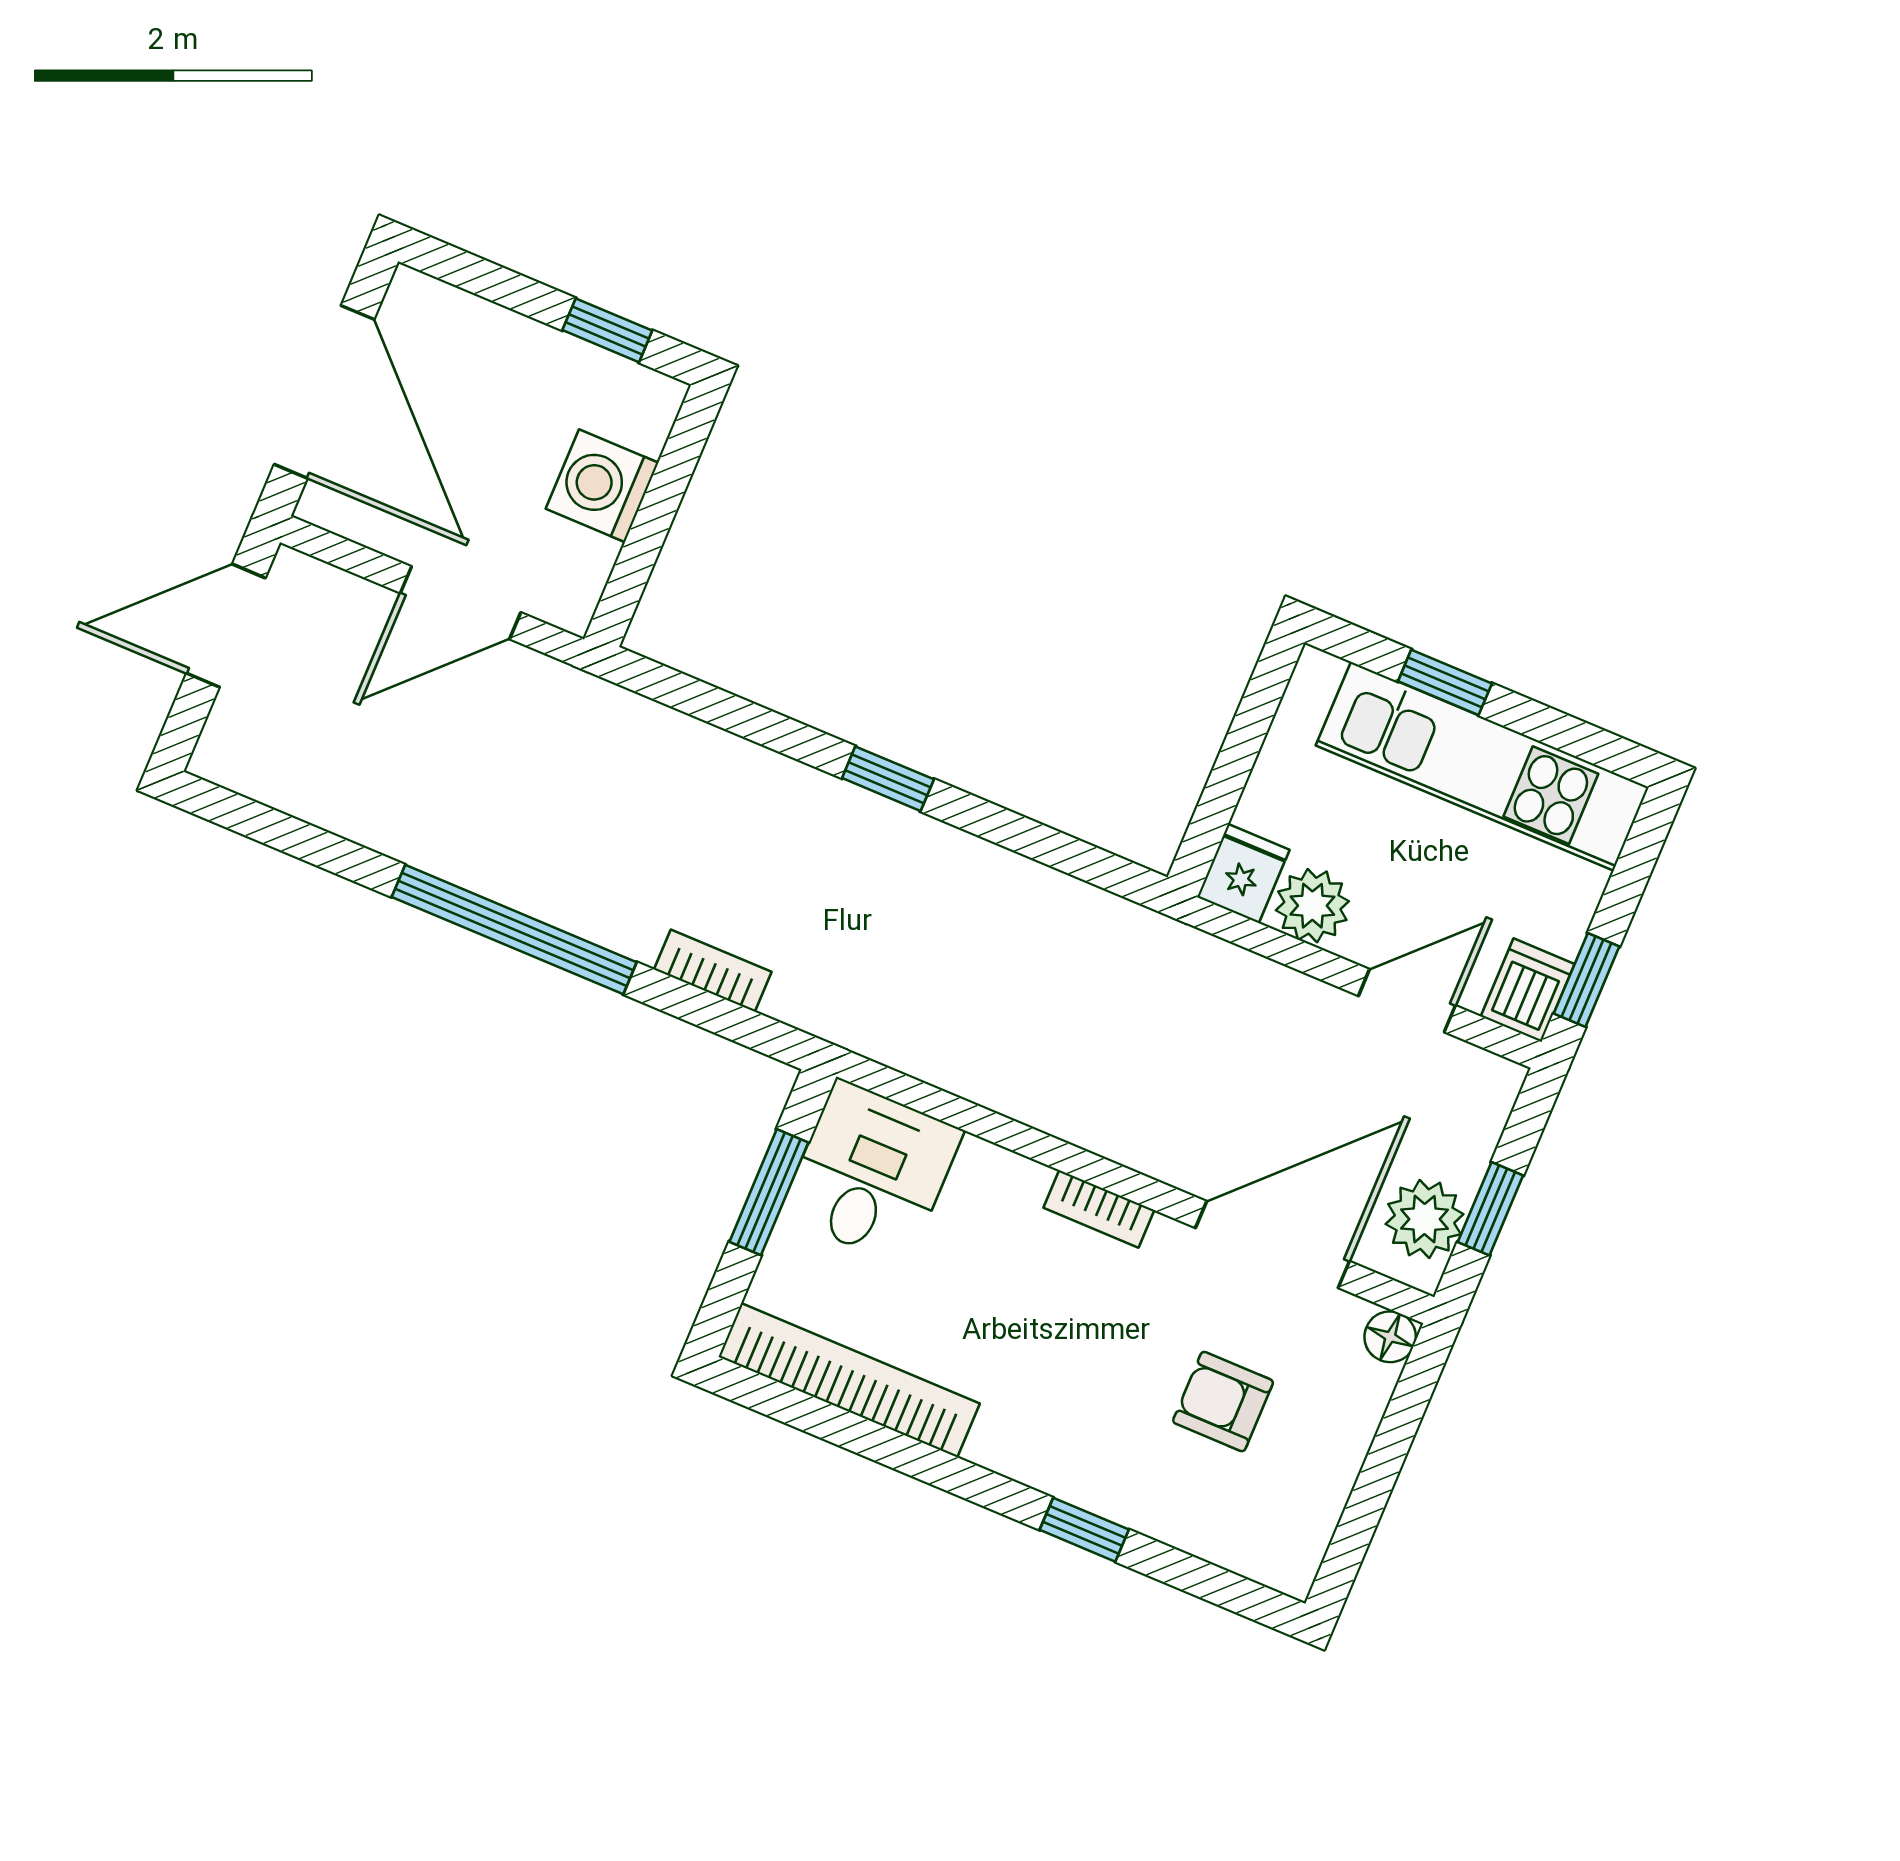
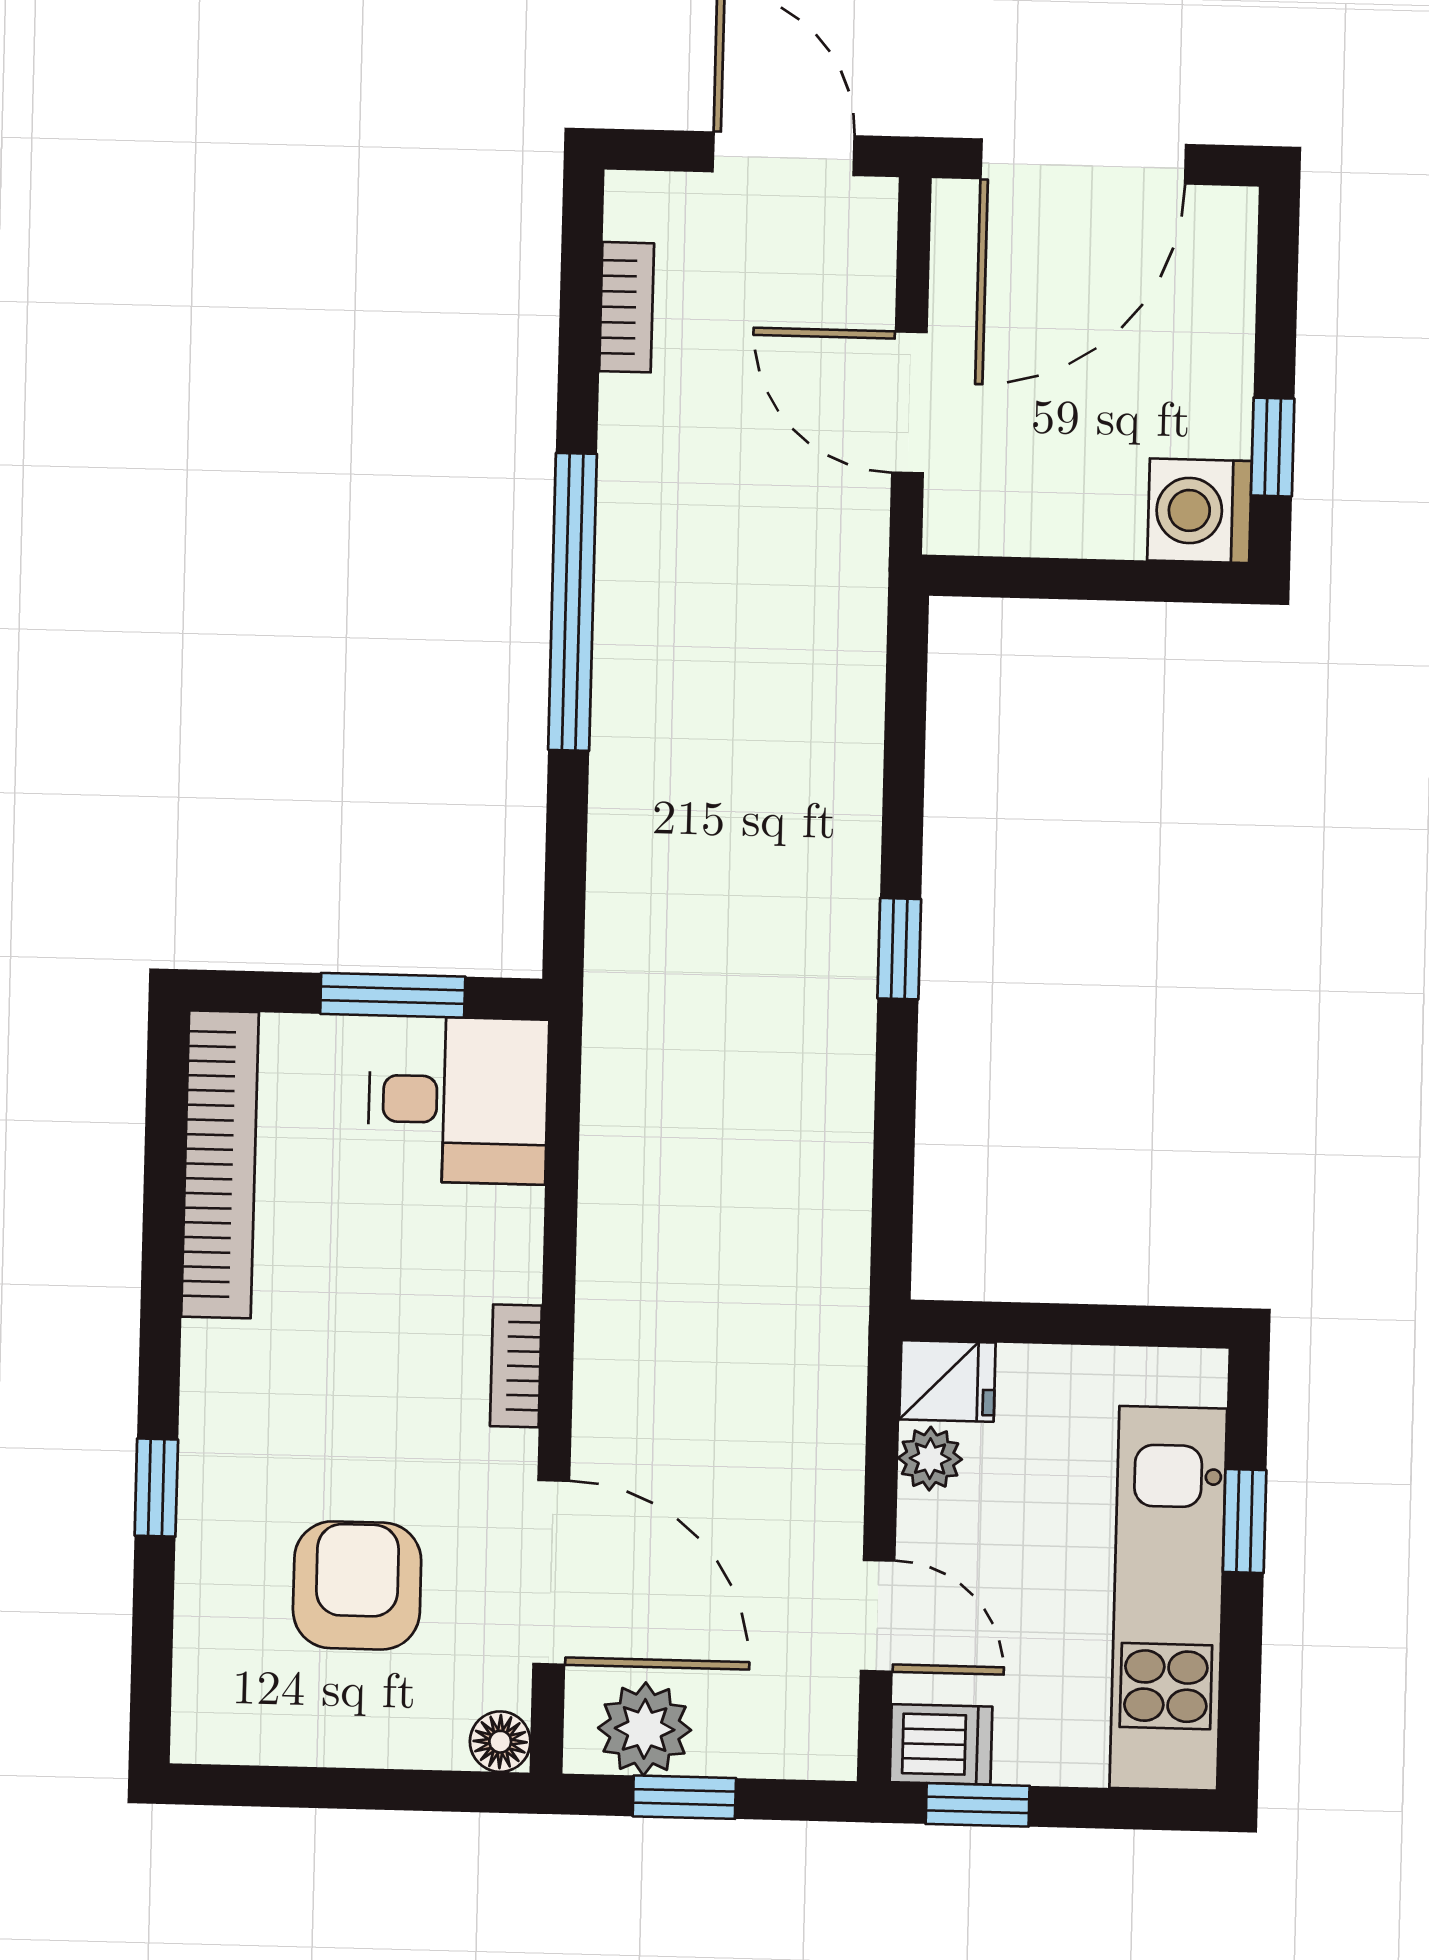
washing machine: (602, 486) -> (1199, 511), moved, turned -90
plant: (1312, 906) -> (930, 1459), width x0.73, depth x0.73
bookcase: (713, 971) -> (627, 307), moved
armchair: (1223, 1402) -> (357, 1585), width x1.38, depth x1.38

